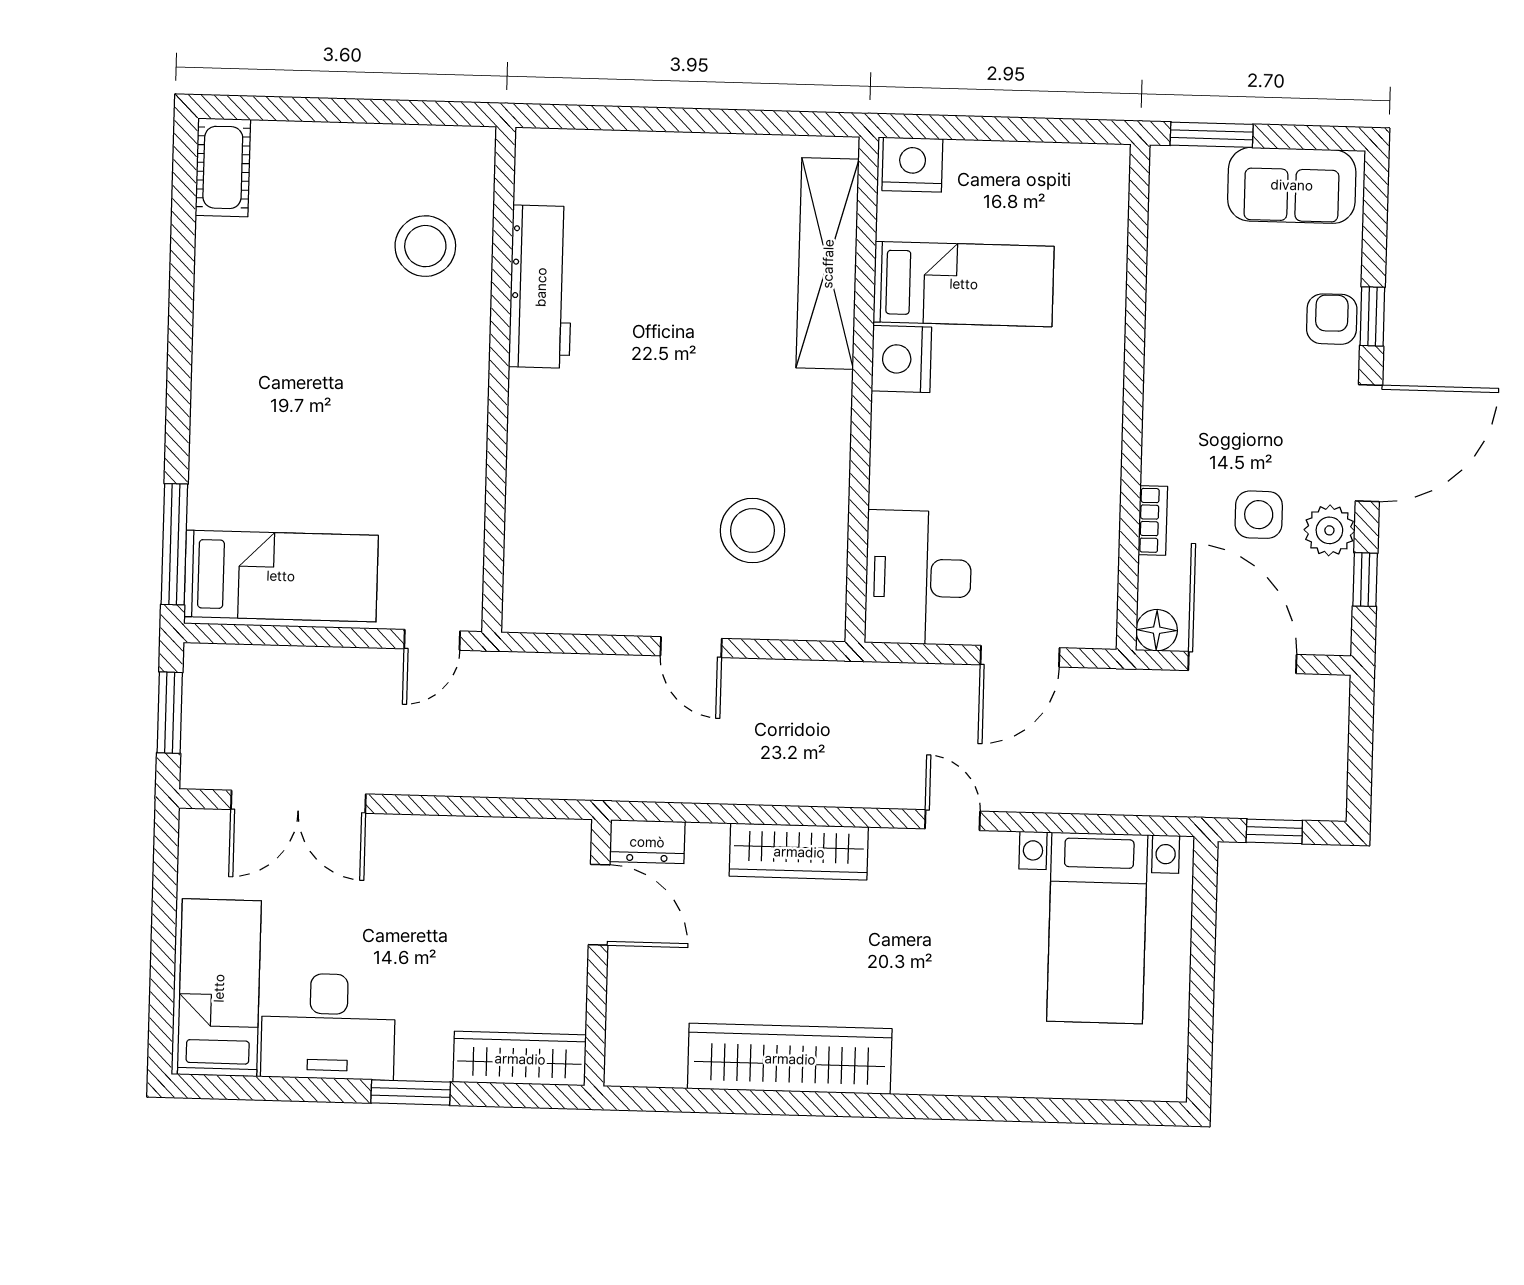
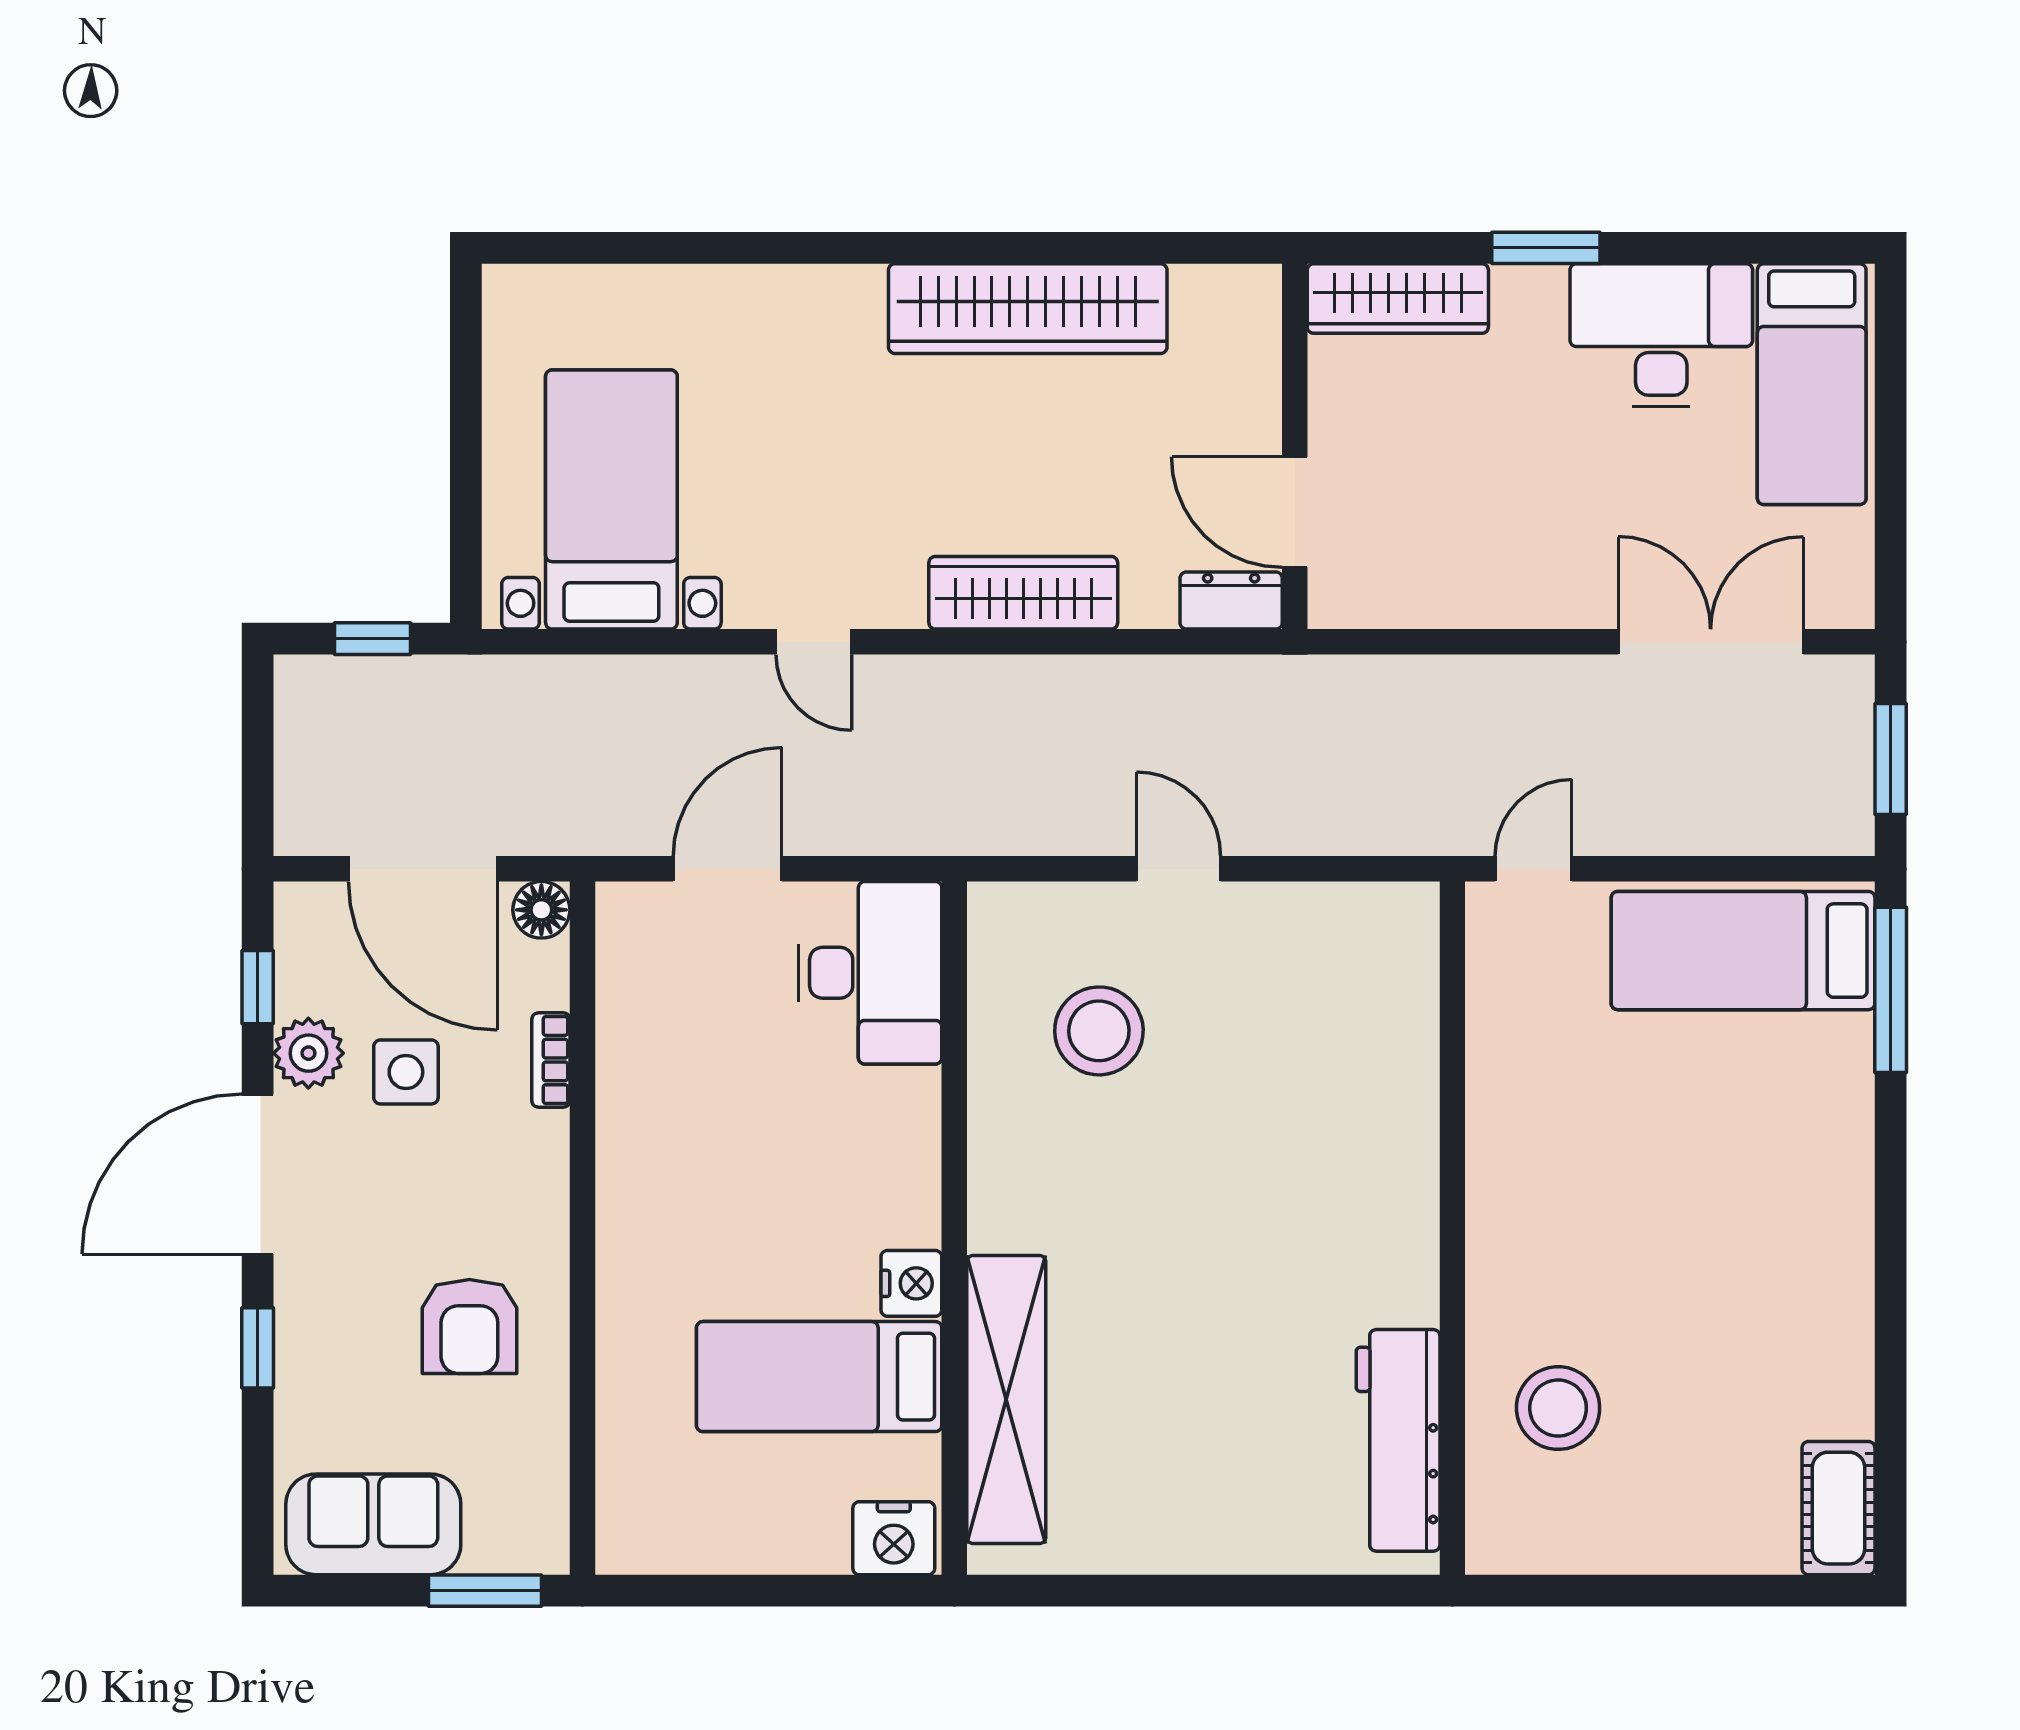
workbench: (541, 287) -> (1398, 1440), moved
armchair: (1332, 319) -> (469, 1326), moved, width x1.38, depth x1.38
nightstand: (901, 359) -> (911, 1283), width x0.74, depth x0.75

